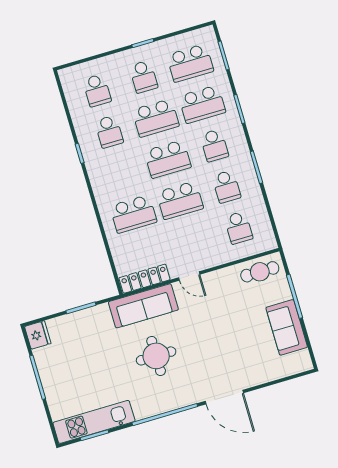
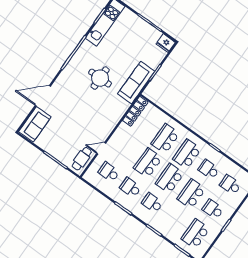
school desk: (202, 104) -> (187, 154), moved
door: (189, 276) -> (101, 148), moved
sofa: (143, 306) -> (136, 83), moved
sofa: (287, 327) -> (35, 124), moved, turned 90
door: (224, 397) -> (43, 96), moved

